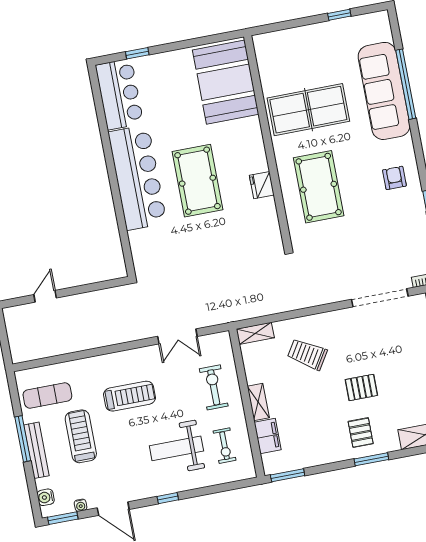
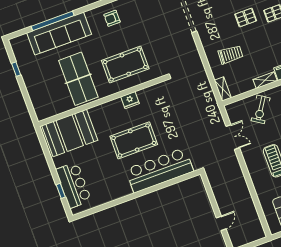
bar counter: (119, 94) -> (73, 185), moved, turned 90
bar counter: (137, 177) -> (160, 170), moved
door: (45, 296) -> (221, 223), swing flipped
trolley: (307, 354) -> (230, 55), turned -119
exercise bike: (214, 387) -> (261, 109), turned -57
pallet: (361, 387) -> (246, 17), turned 90

